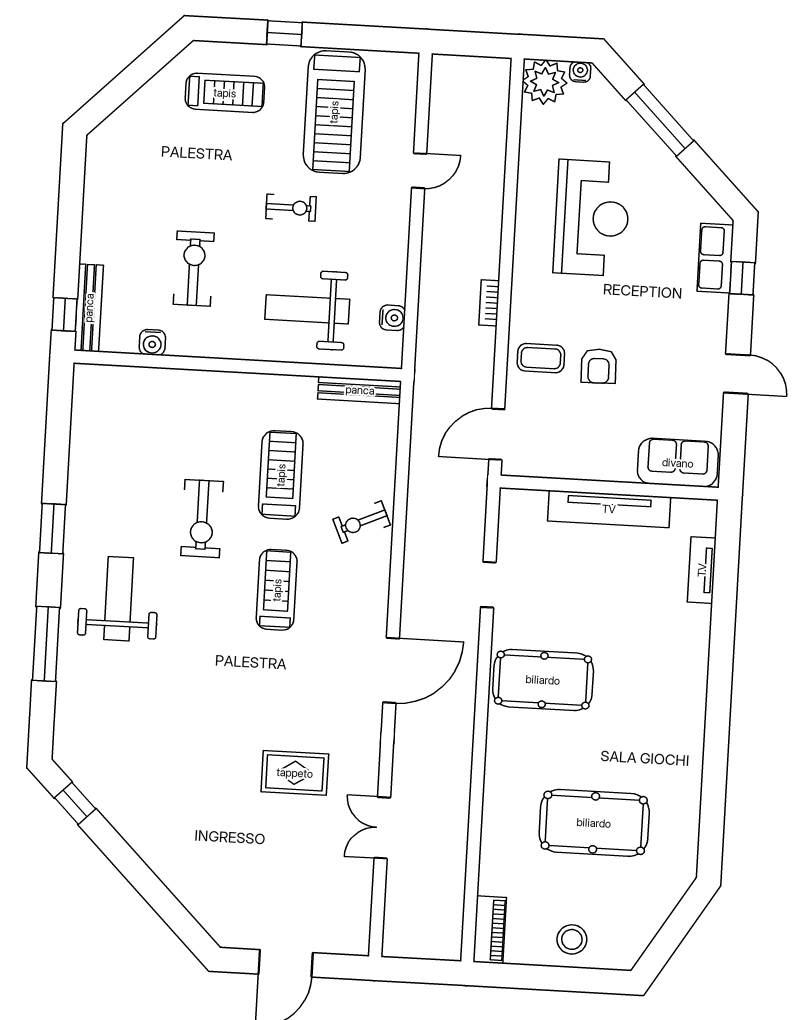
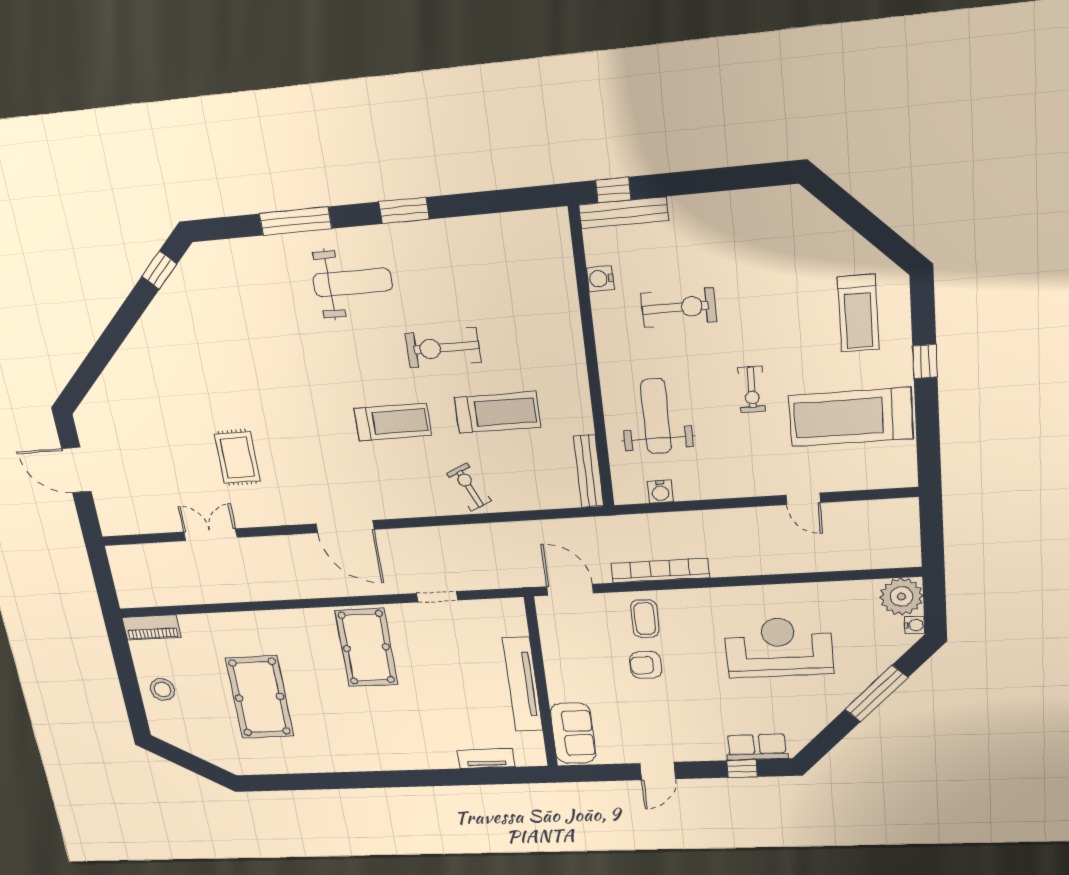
reception desk: (592, 218) -> (779, 647), turned 180
bookcase: (489, 303) -> (660, 571), width x2.31, depth x1.31

